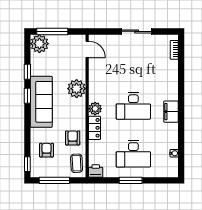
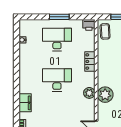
plant: (95, 109) -> (89, 93), moved
filing cabinet: (171, 112) -> (25, 103), moved
armchair: (73, 138) -> (108, 53), removed

